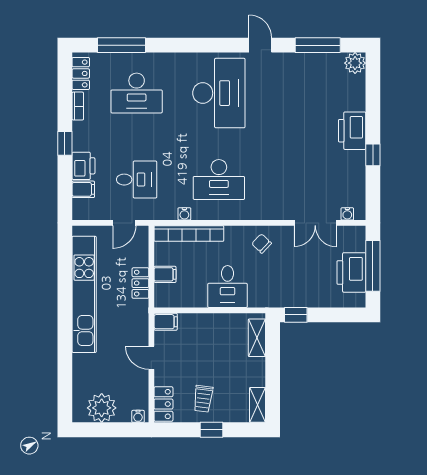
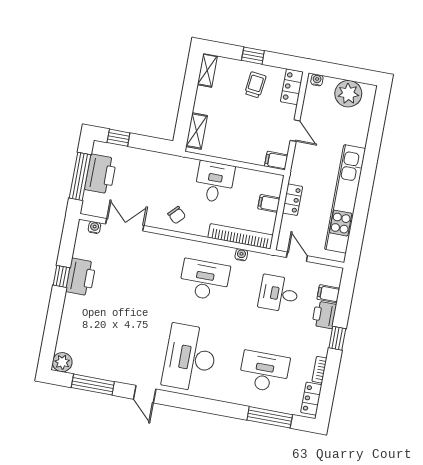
printer: (352, 131) -> (81, 277), moved
door: (124, 223) -> (297, 257), hinge flipped
window: (296, 315) -> (118, 138), moved

